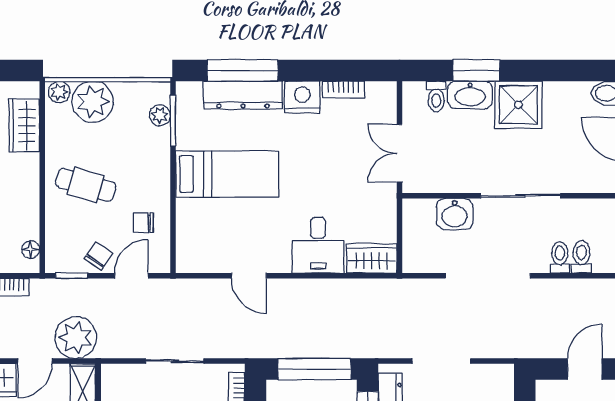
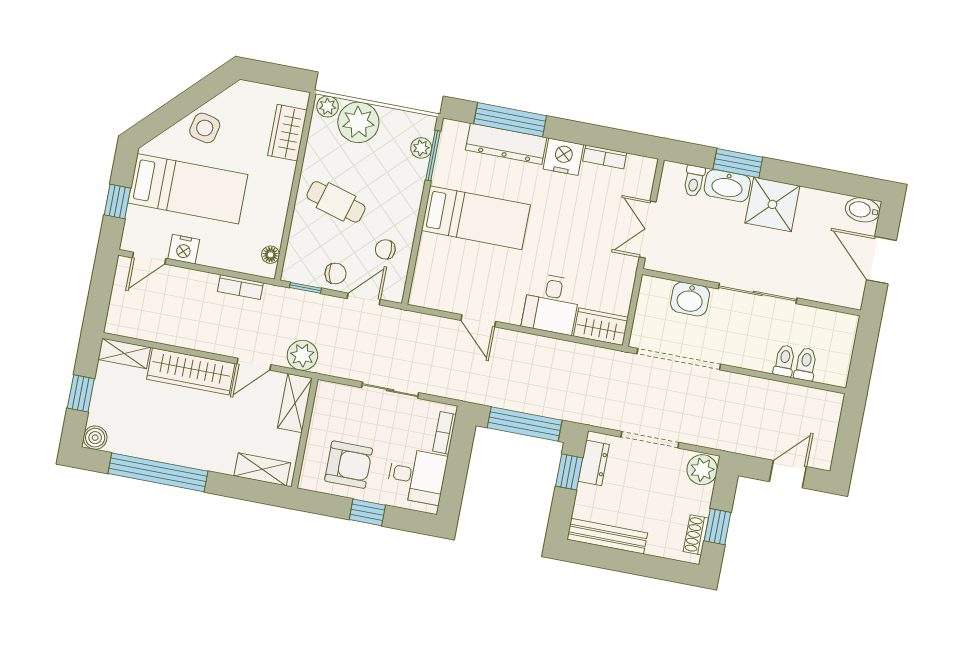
chair: (99, 256) -> (335, 274), turned 47
doorway: (488, 276) -> (679, 359), moved
plant: (76, 338) -> (302, 355), width x0.73, depth x0.73
plant: (499, 381) -> (702, 470), added

